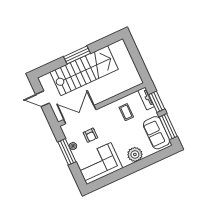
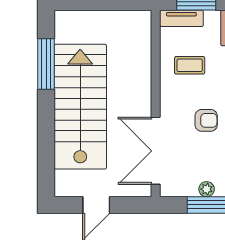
window: (77, 55) -> (46, 64), moved
armchair: (90, 135) -> (206, 120), moved

